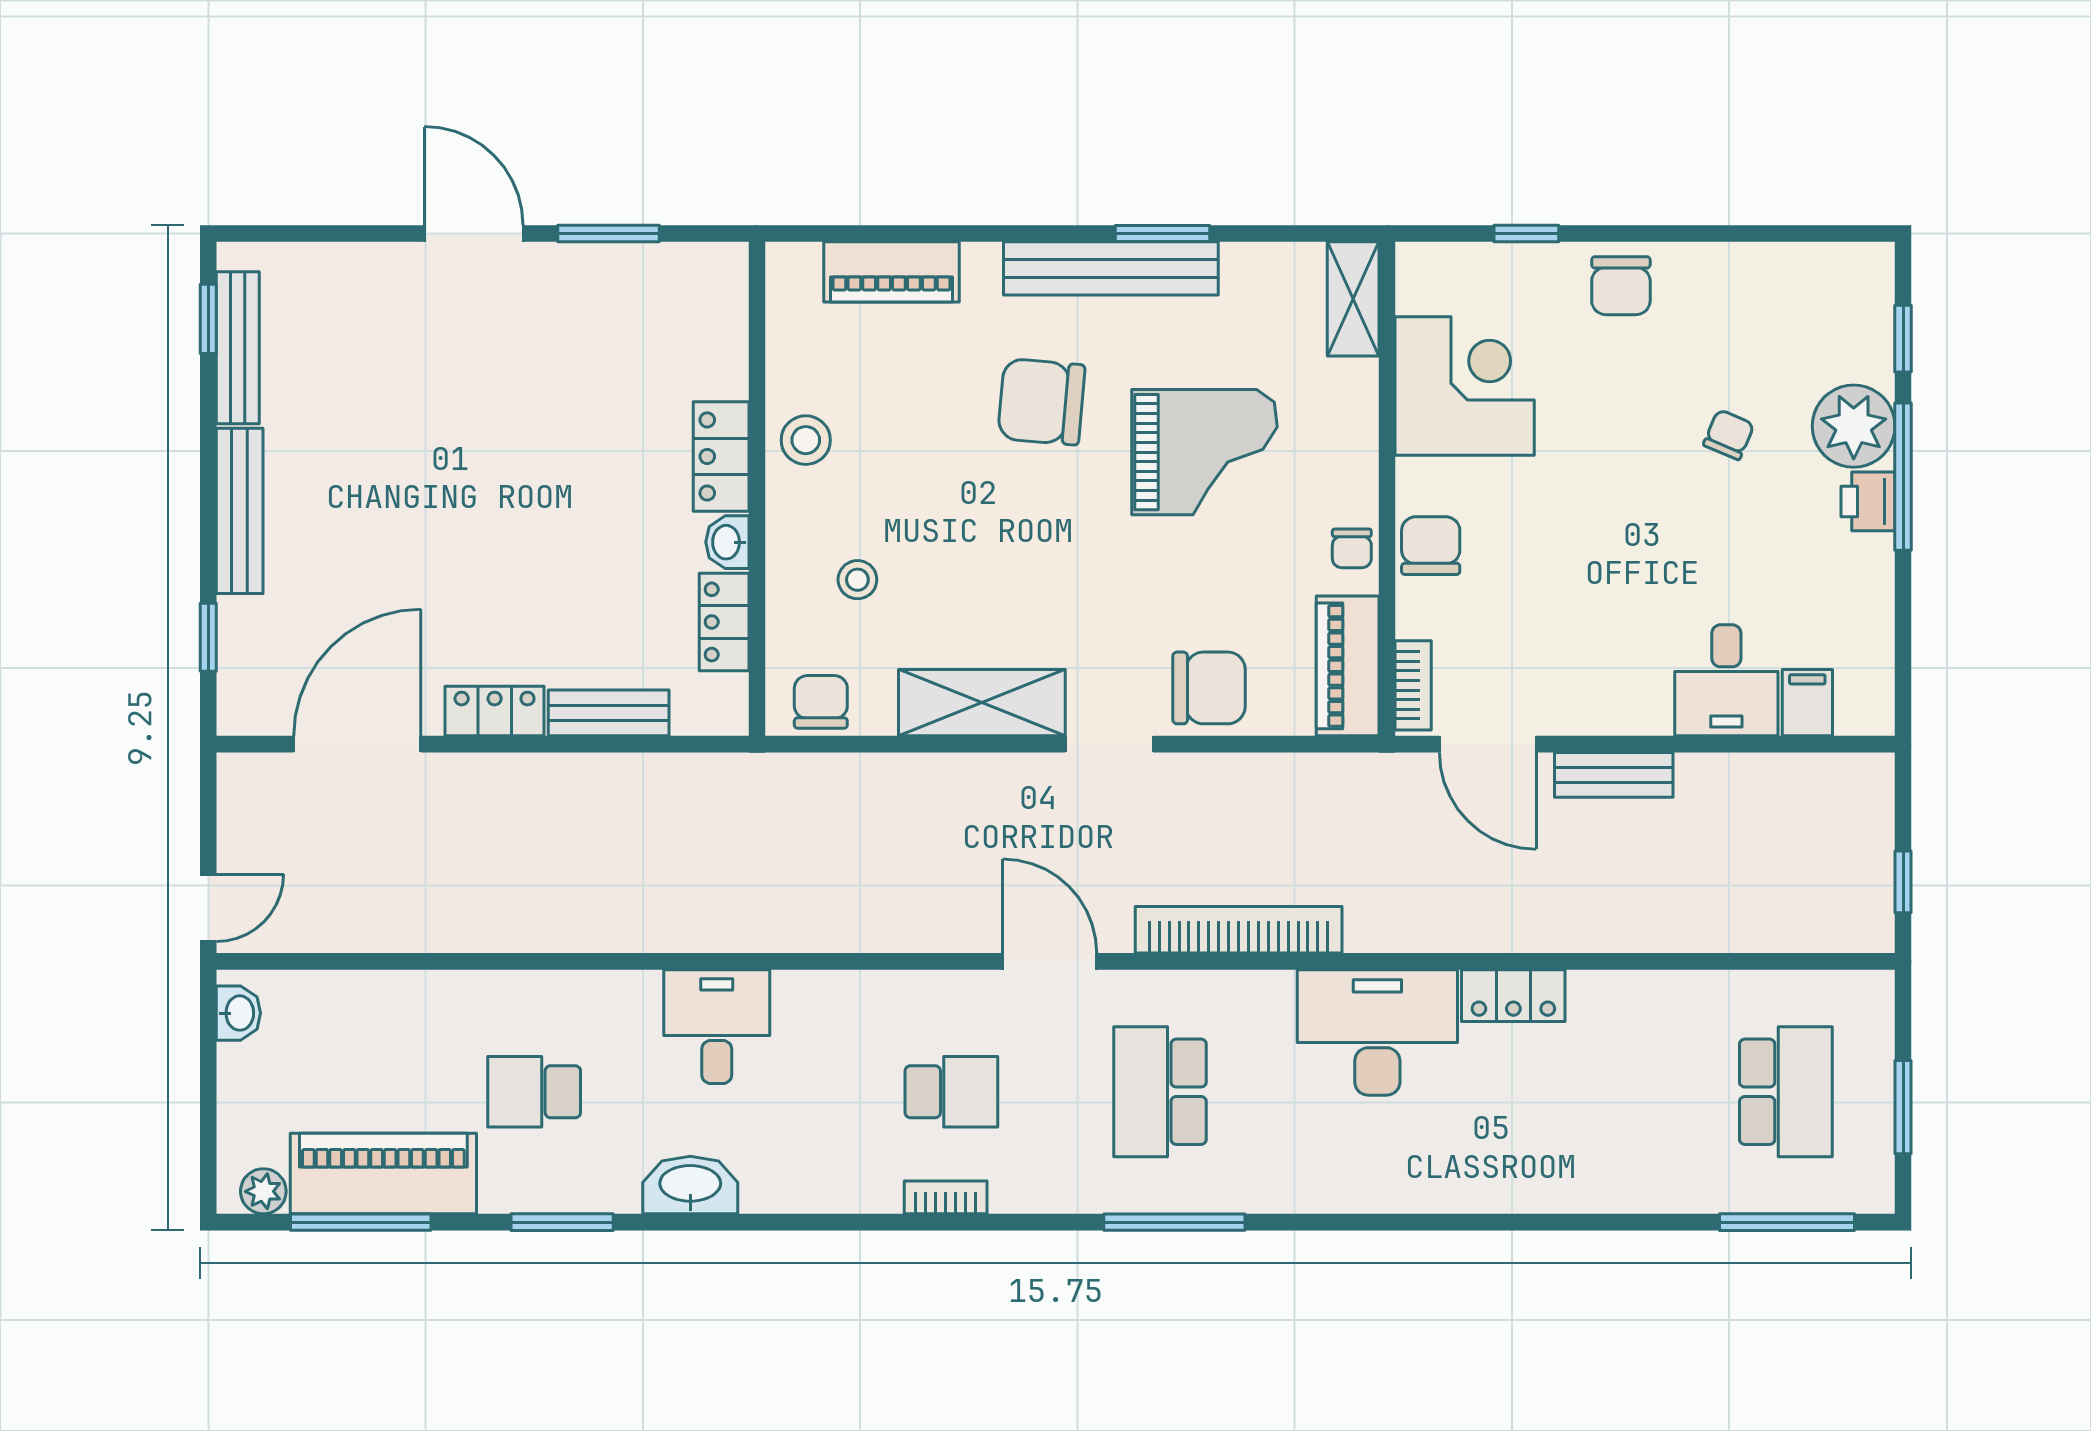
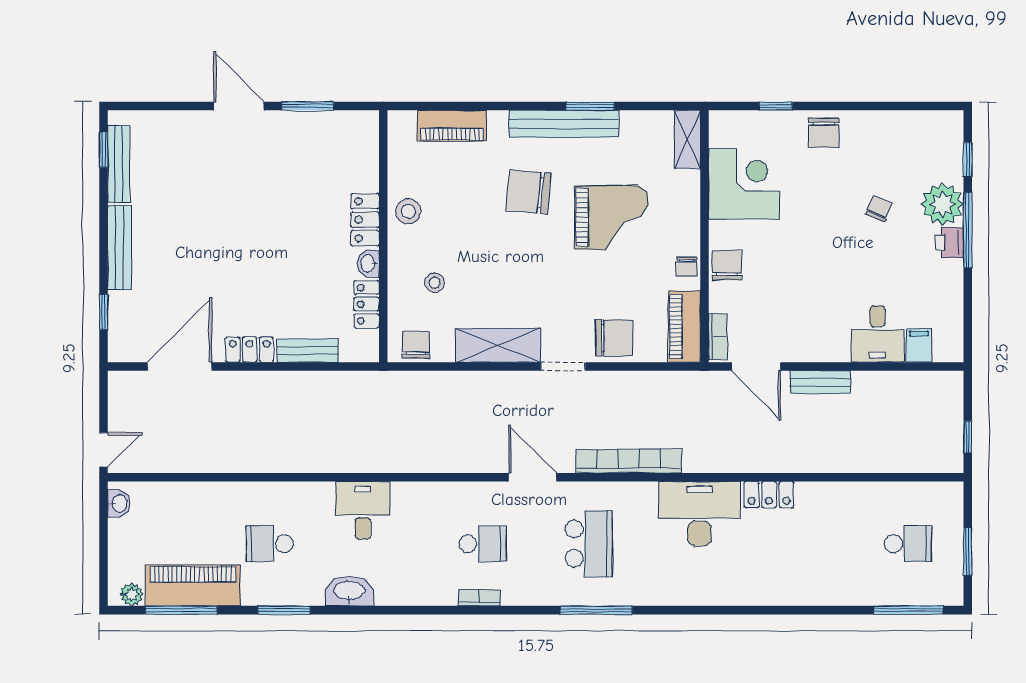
school desk: (1160, 1092) -> (589, 544), turned 180
school desk: (1786, 1092) -> (908, 544), width x0.54

